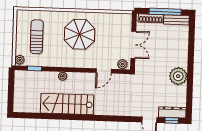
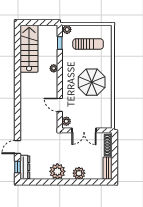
window: (165, 12) -> (114, 158), removed
plant: (181, 52) -> (79, 173), added
stairs: (67, 104) -> (29, 49), moved

